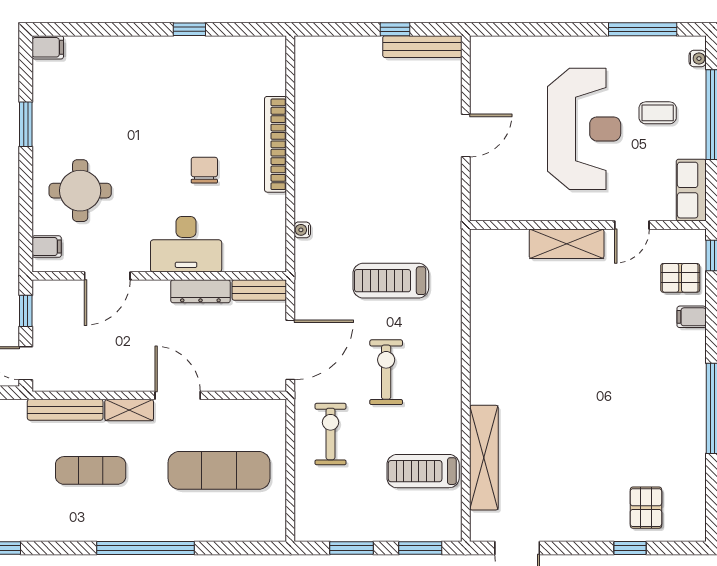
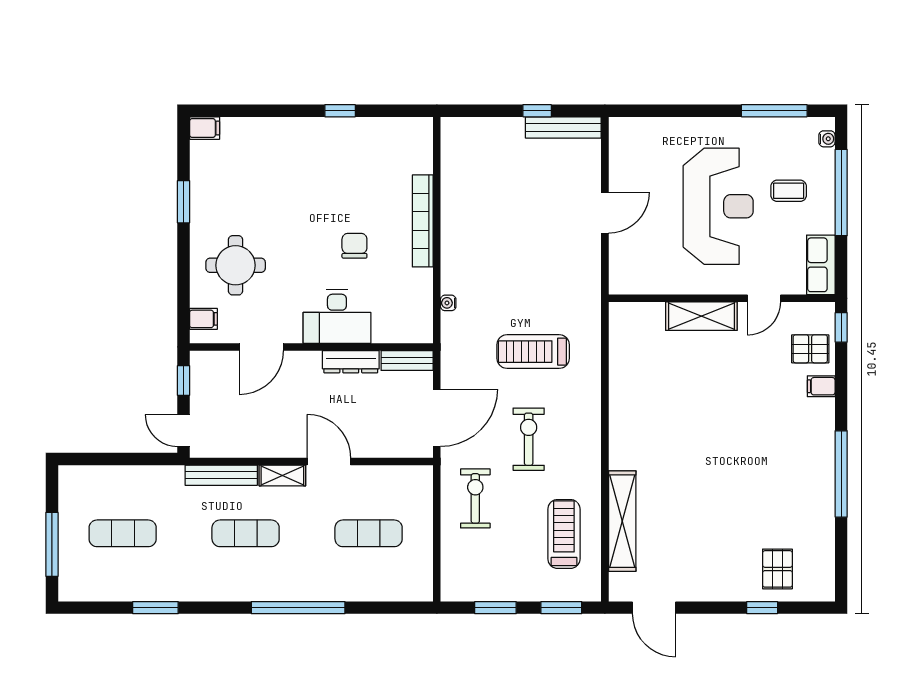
exercise mat: (219, 470) -> (369, 533), width x0.73, depth x0.69
treadmill: (423, 471) -> (564, 534), turned 90

